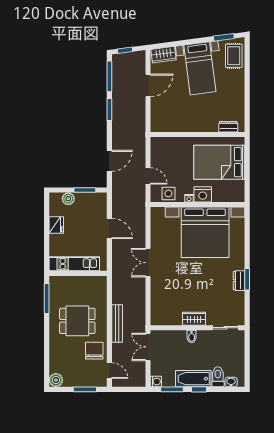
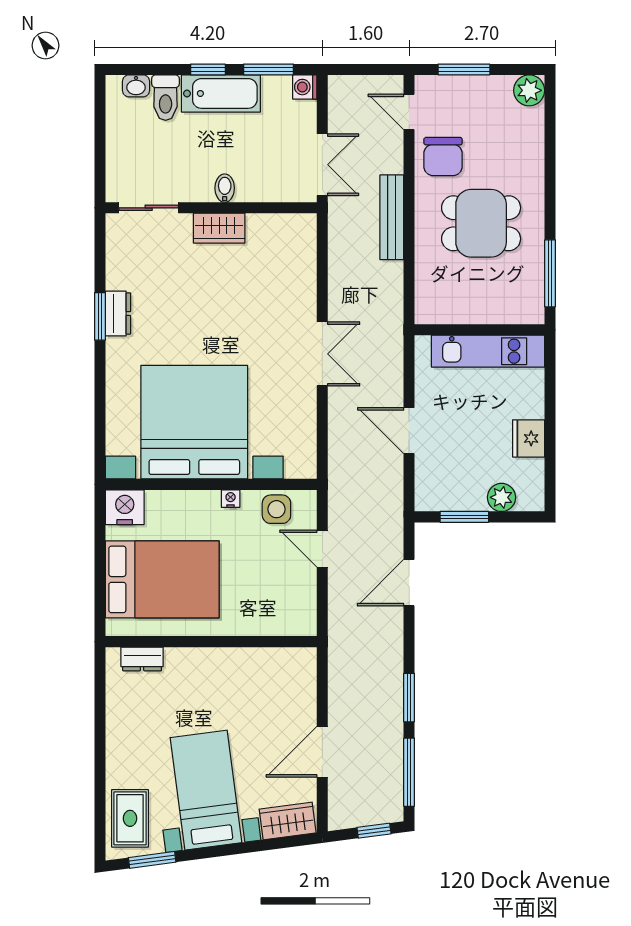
nightstand: (203, 194) -> (125, 507), moved

